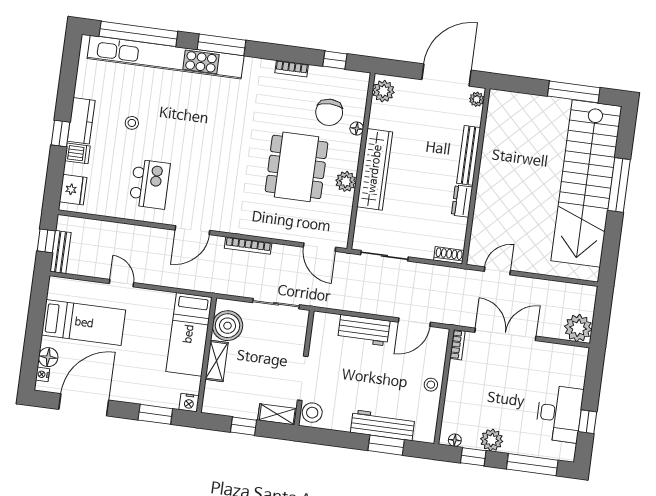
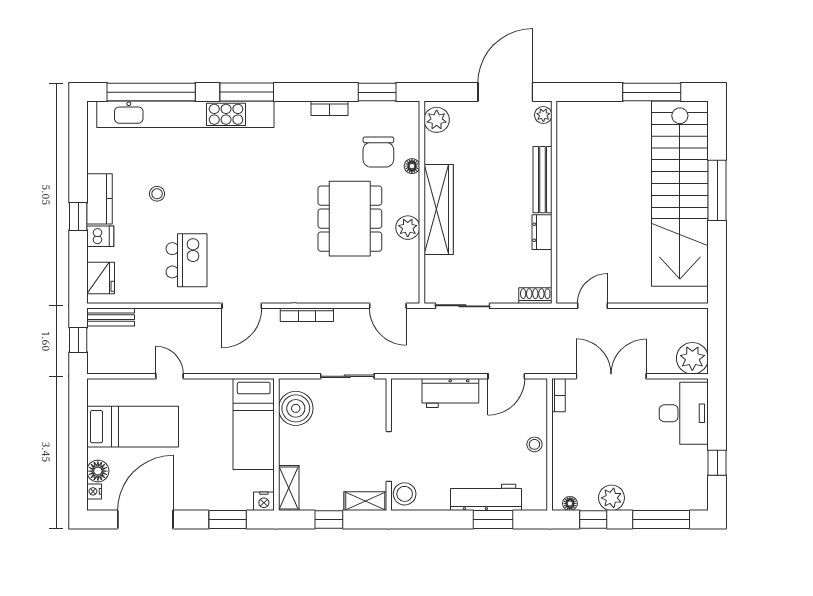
window: (335, 60) -> (377, 92), width x1.50
bench: (61, 252) -> (111, 317), moved, turned 90
shelving: (217, 361) -> (289, 488), moved
desk: (559, 414) -> (684, 413), moved

